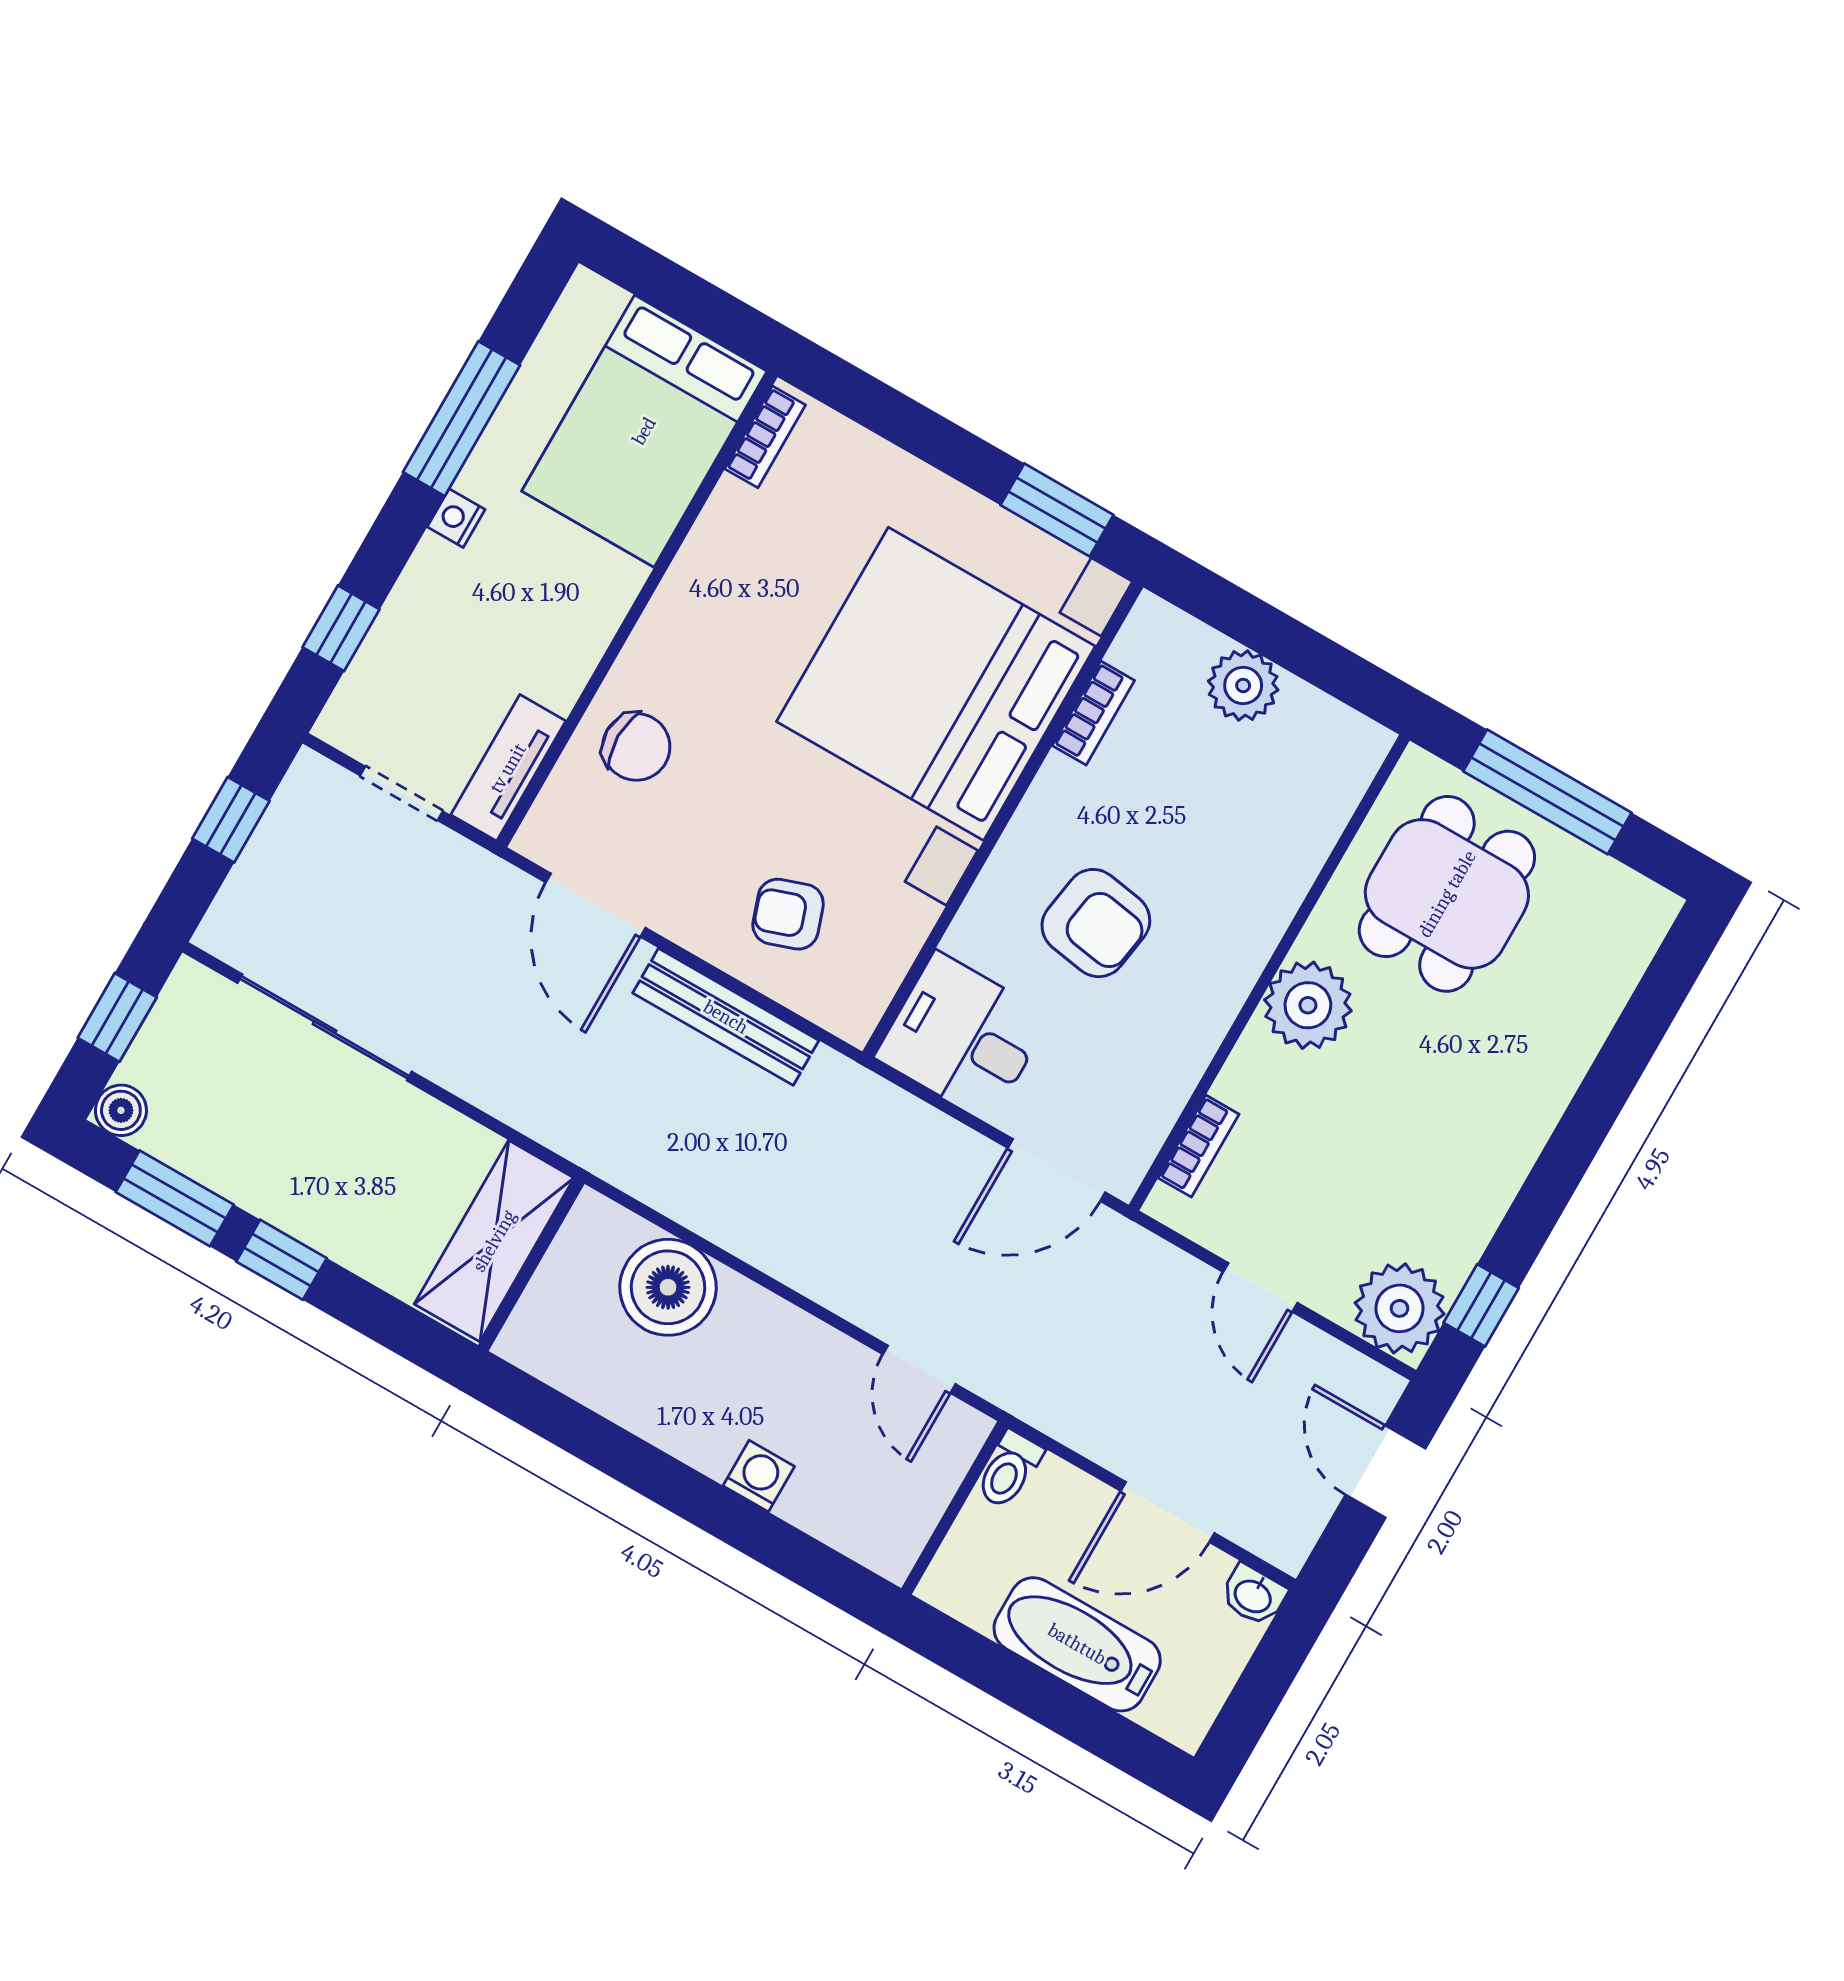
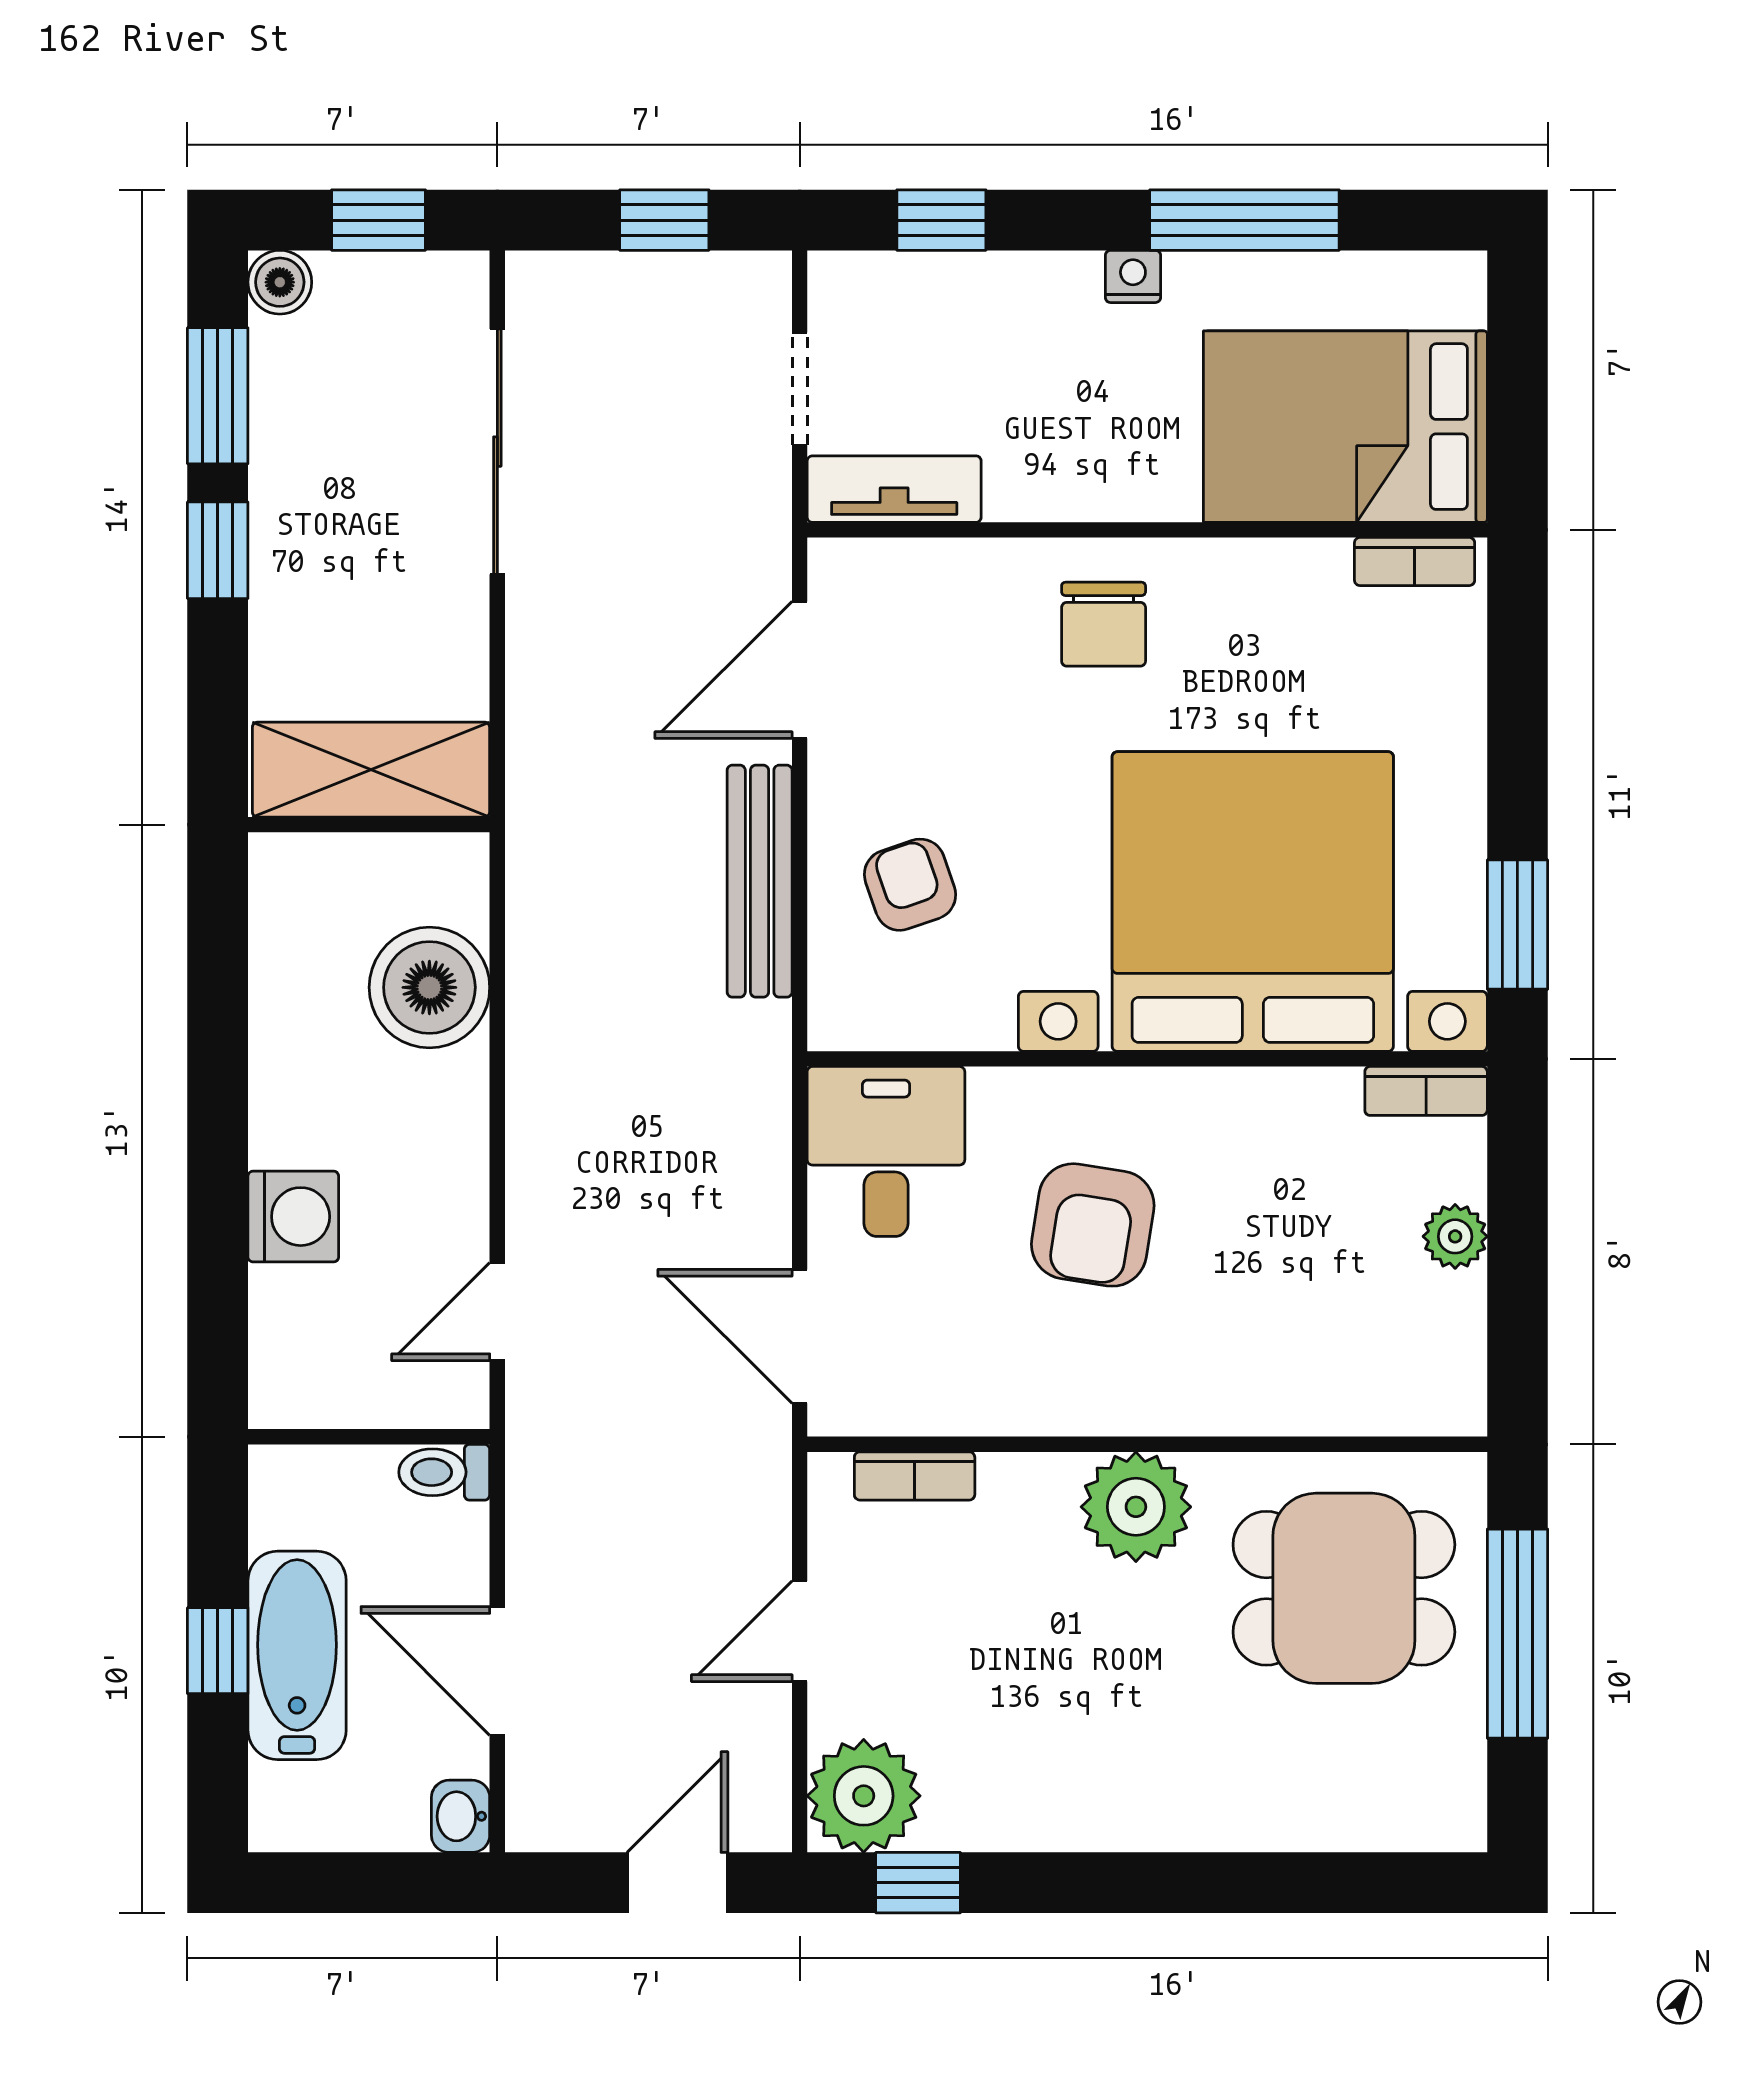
plant: (1243, 685) -> (1455, 1236), width x0.73, depth x0.73
bookcase: (1093, 713) -> (1426, 1091), moved
chair: (636, 747) -> (1104, 624), moved
washing machine: (759, 1476) -> (293, 1217), width x1.38, depth x1.38
window: (1042, 1697) -> (218, 1651), added

